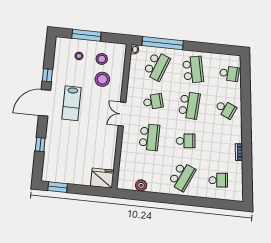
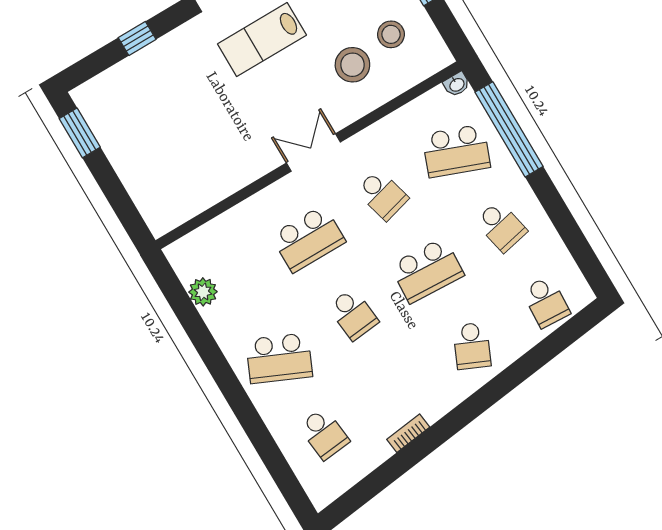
school desk: (193, 70) -> (501, 226), width x0.54
fridge: (102, 178) -> (161, 206), removed

